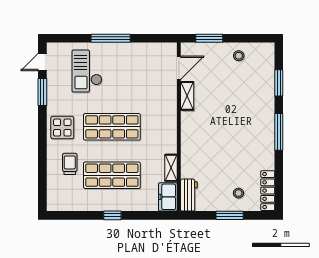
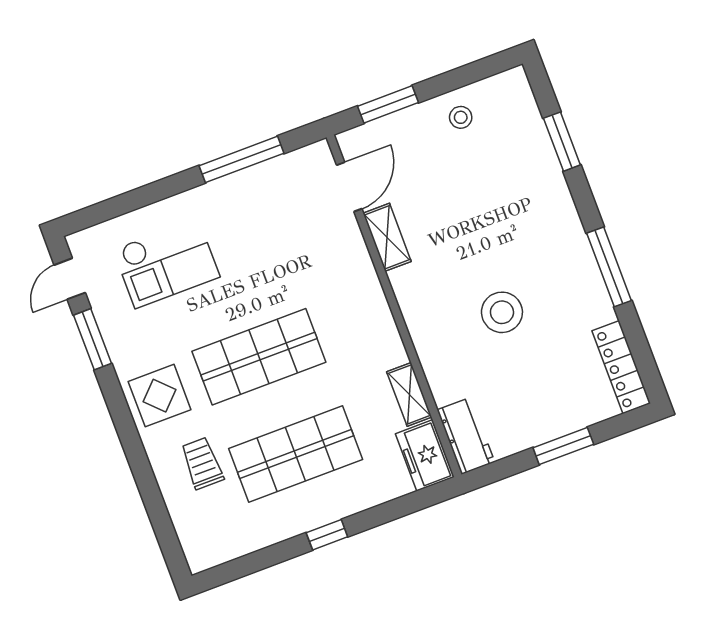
window: (111, 38) -> (241, 159), moved
checkout: (87, 71) -> (166, 263), turned -90
window: (279, 132) -> (609, 267), moved
stool: (238, 193) -> (502, 312), moved, width x1.89, depth x1.89

